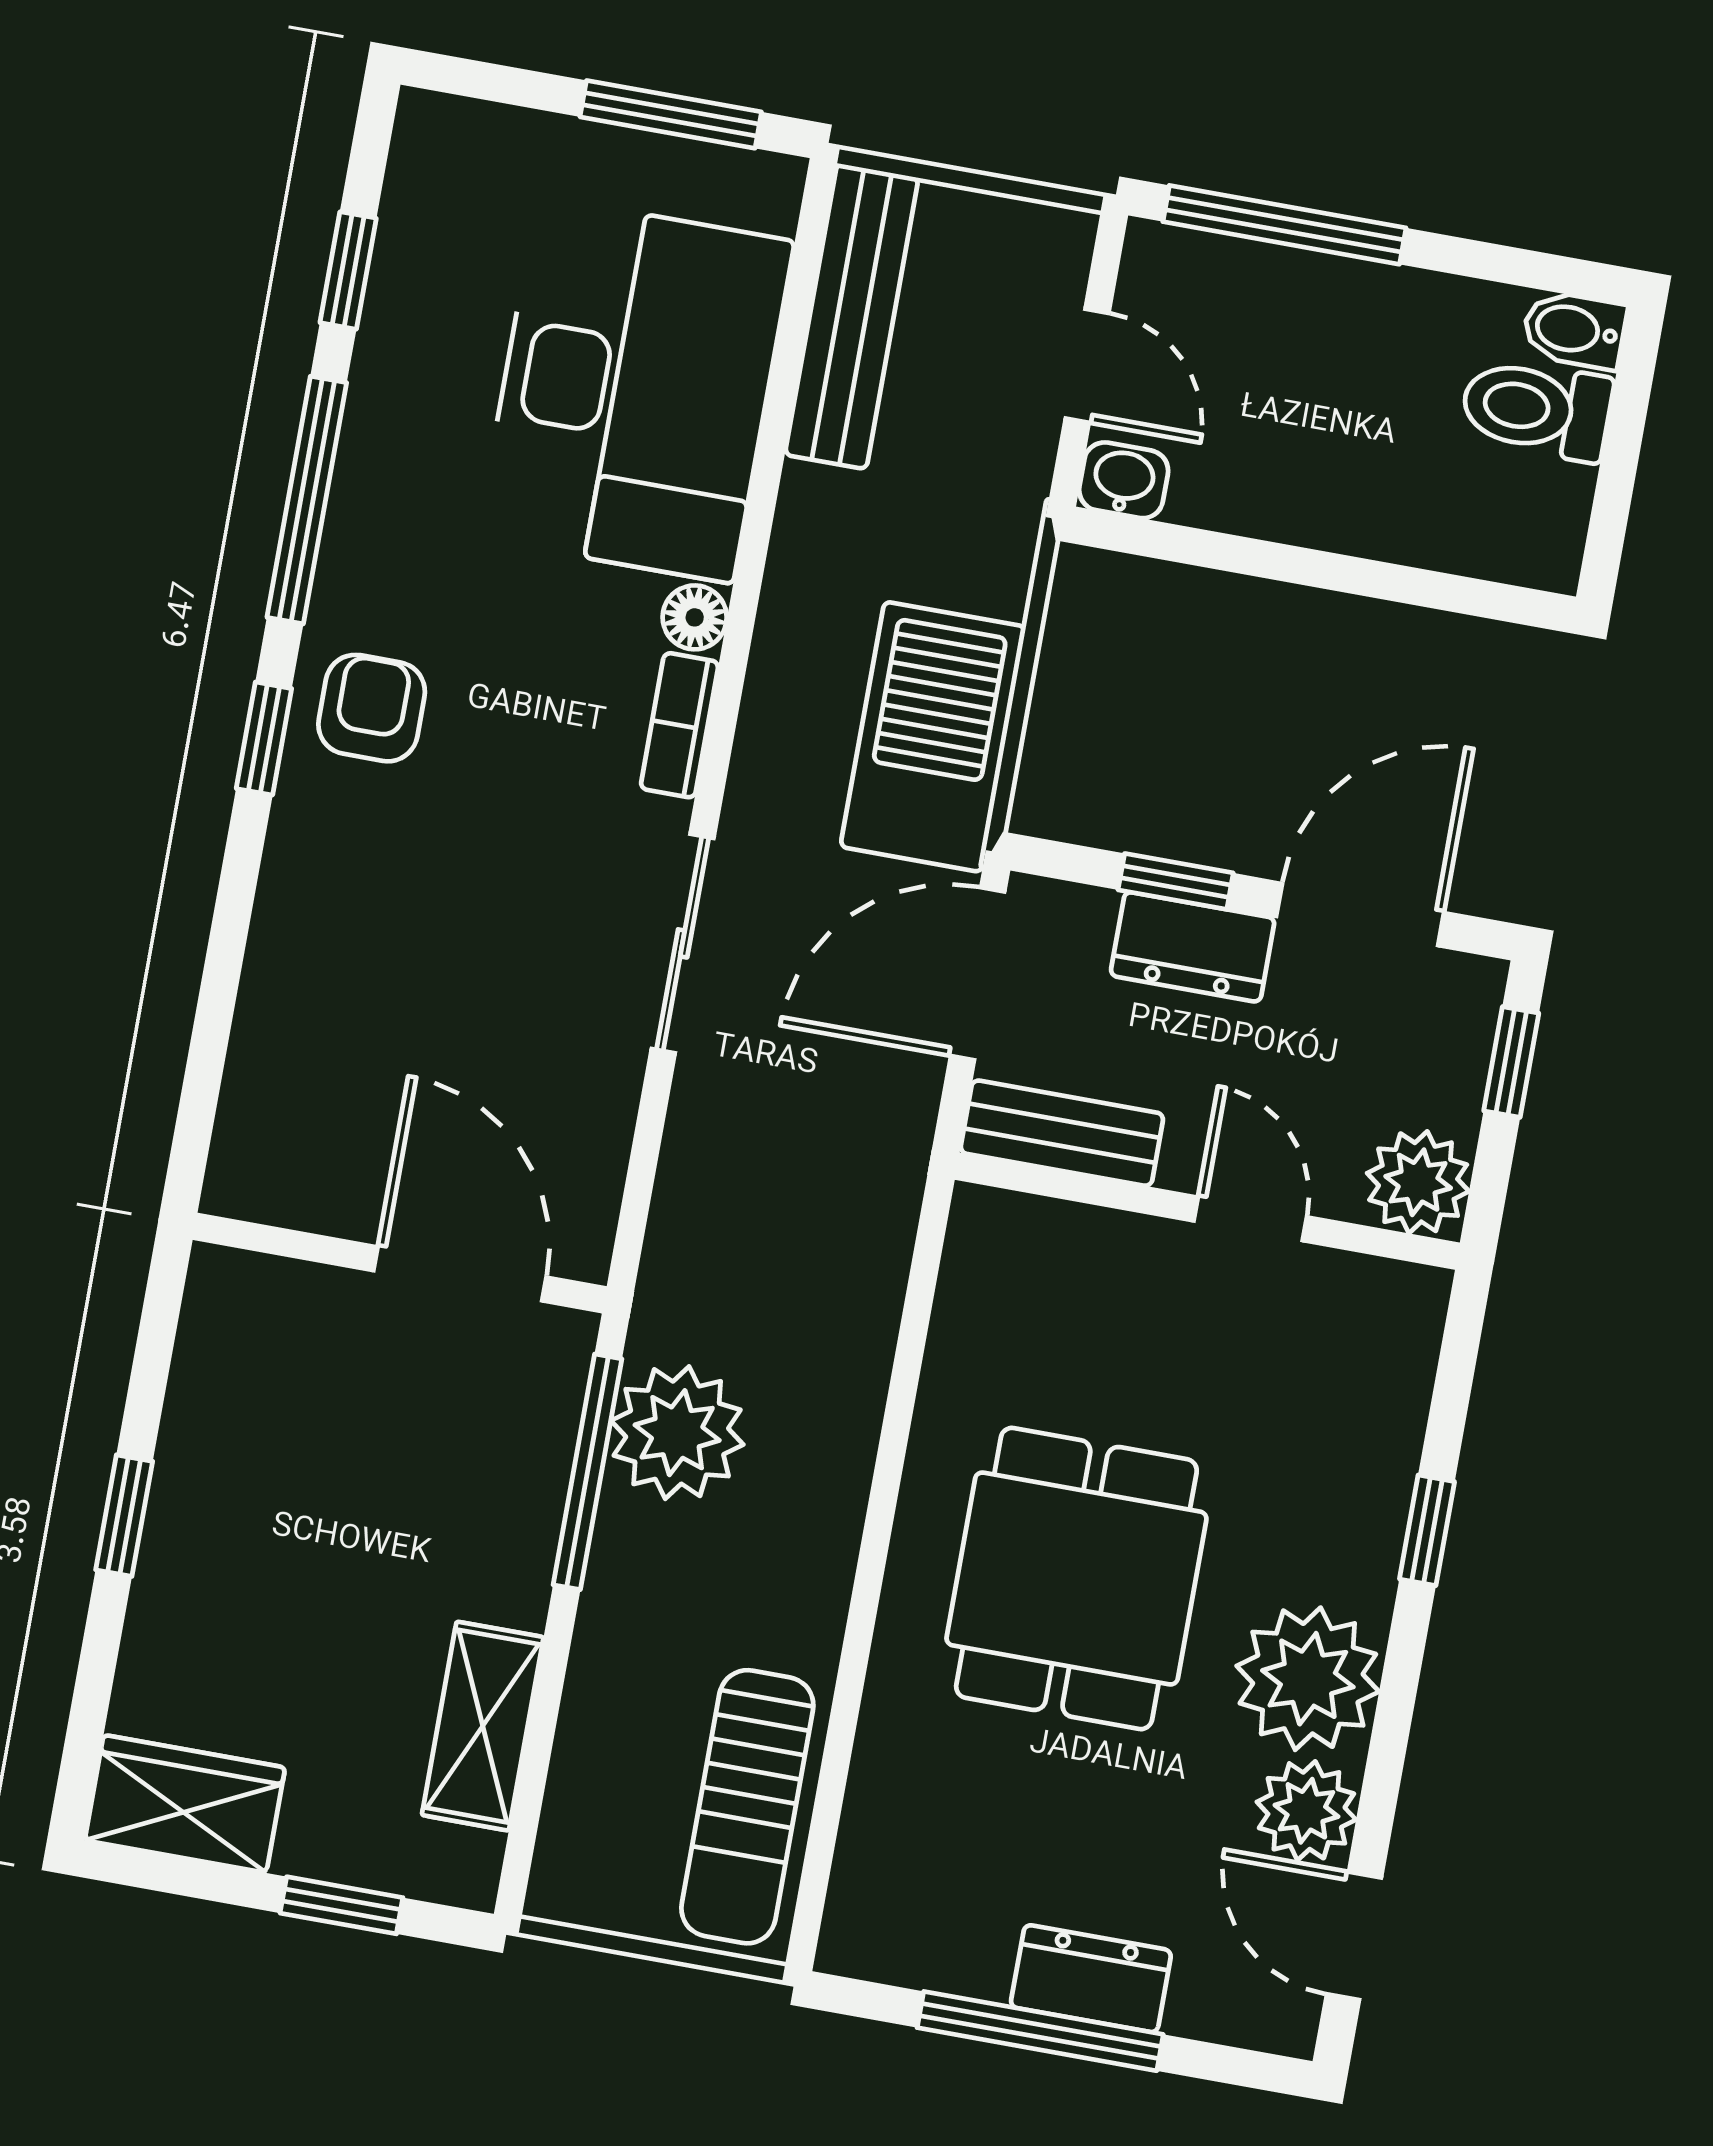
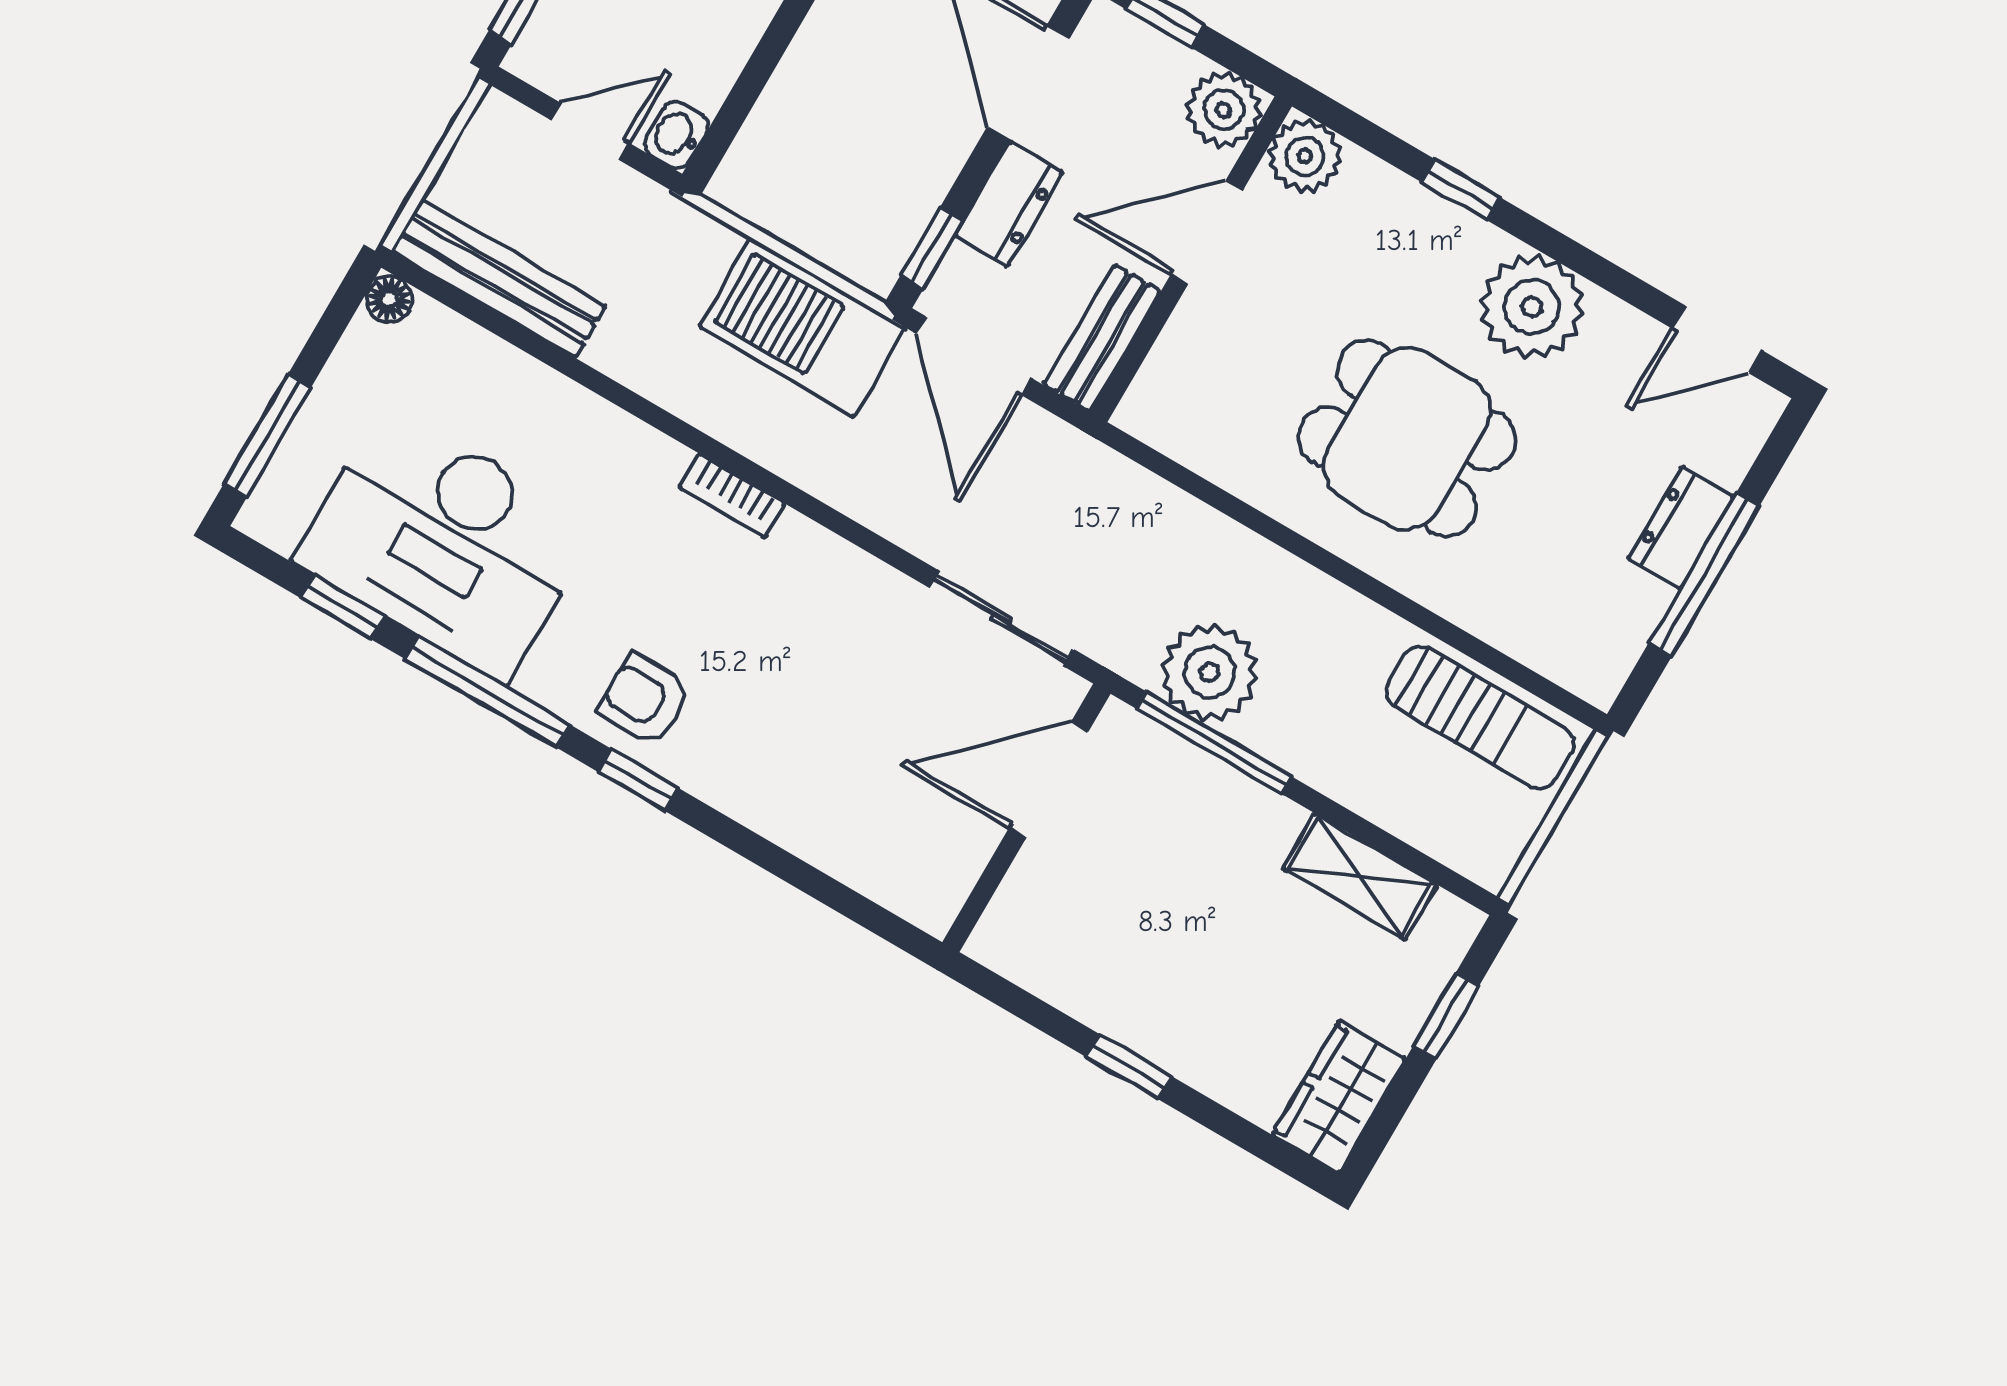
window: (671, 114) -> (267, 436), moved
desk: (635, 390) -> (446, 543), moved, turned 180
floor lamp: (695, 617) -> (389, 299), moved
window: (1176, 881) -> (932, 248), moved
sliding door: (683, 943) -> (1001, 618), moved
door: (1250, 1219) -> (1207, 232), width x1.38
plant: (1306, 1811) -> (1305, 156), moved

